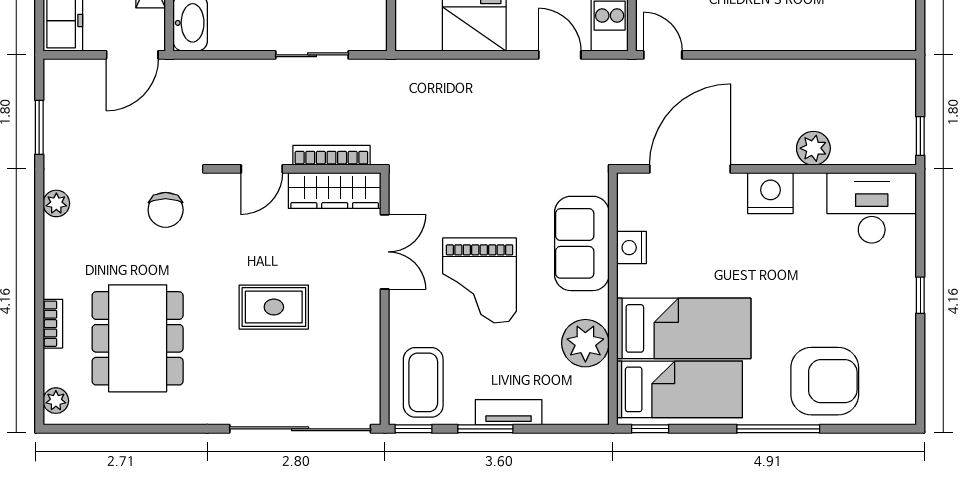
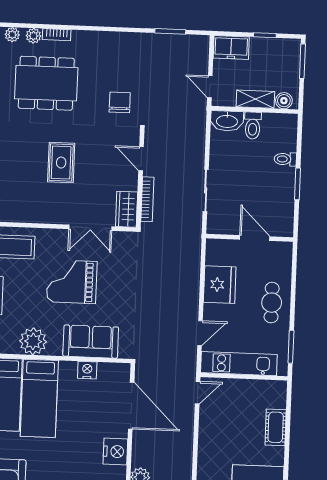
door: (132, 55) -> (210, 87), width x0.73
wardrobe: (335, 191) -> (127, 209), width x0.67
plant: (56, 203) -> (33, 36), moved
chair: (166, 210) -> (120, 102), turned 90

